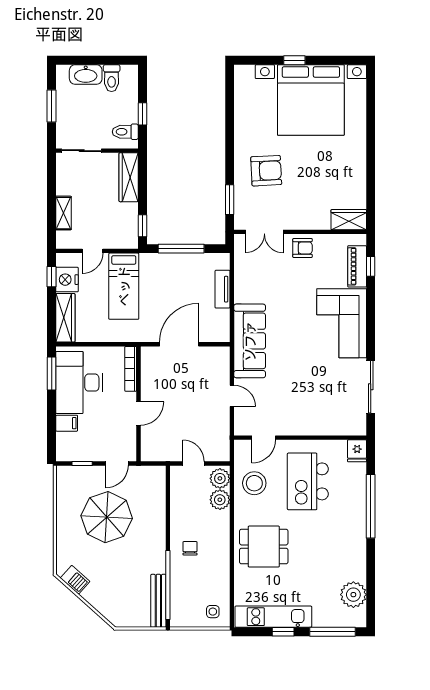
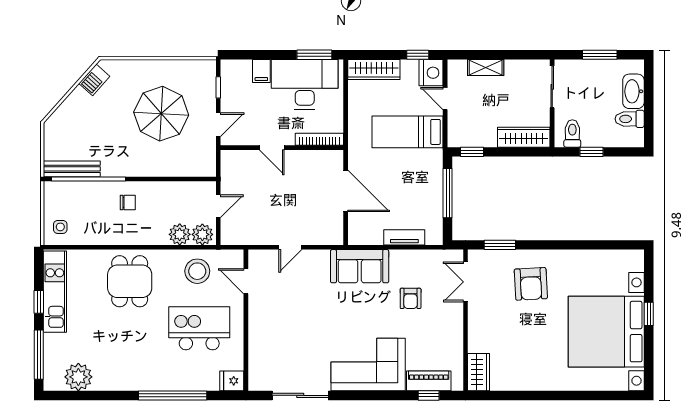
armchair: (303, 248) -> (411, 298), moved
nightstand: (67, 280) -> (431, 73), moved, turned 90
sofa: (250, 341) -> (360, 266), width x0.73
door: (117, 464) -> (218, 125), swing flipped

